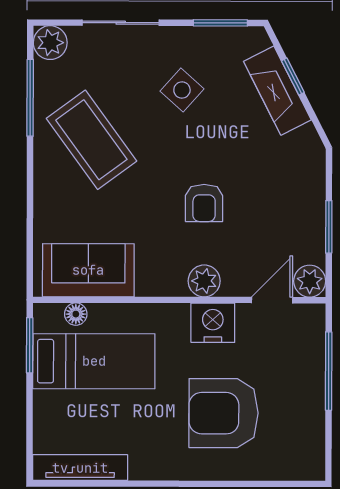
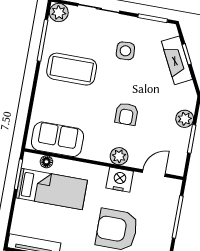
side table: (182, 90) -> (125, 51), turned 45
coffee table: (91, 140) -> (72, 69), turned -54
plant: (310, 281) -> (185, 119), moved

